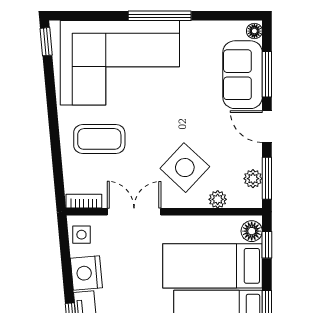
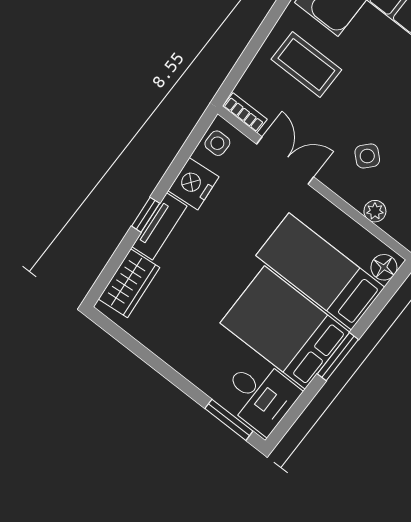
side table: (185, 168) -> (367, 156), width x0.54, depth x0.54
window: (267, 245) -> (388, 292), removed

